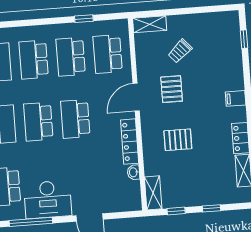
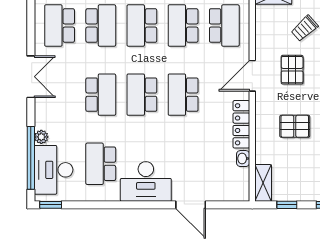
school desk: (108, 54) -> (224, 25), turned 180
window: (31, 222) -> (125, 205), removed

